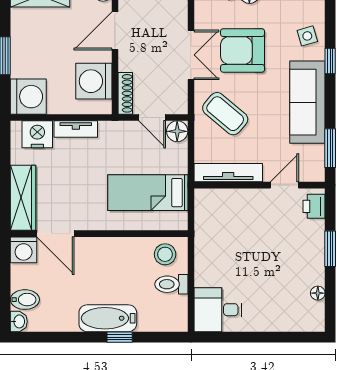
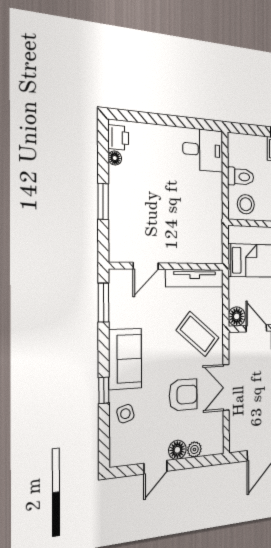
armchair: (243, 50) -> (183, 395), width x0.73, depth x0.73
sofa: (307, 102) -> (125, 359), width x0.73
printer: (314, 206) -> (118, 138), moved

